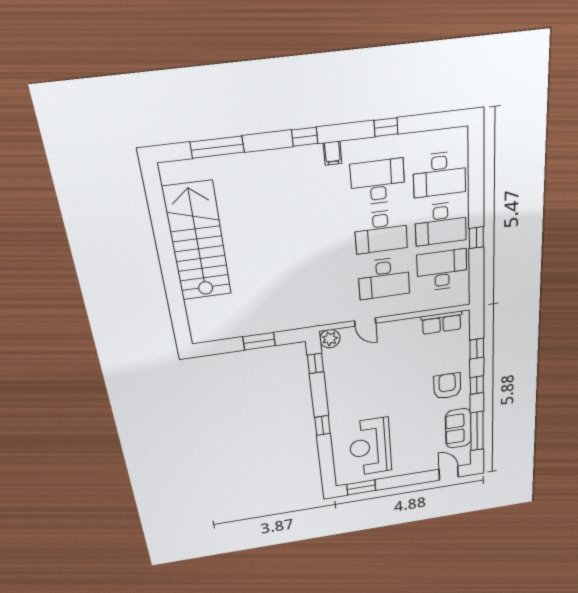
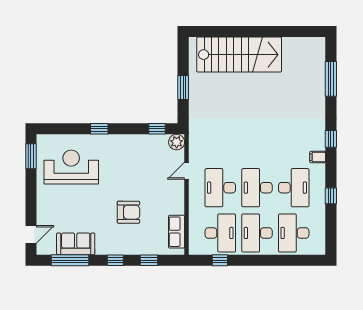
window: (476, 238) -> (220, 260), moved
stairs: (197, 242) -> (239, 55), moved
armchair: (447, 386) -> (129, 212), moved

